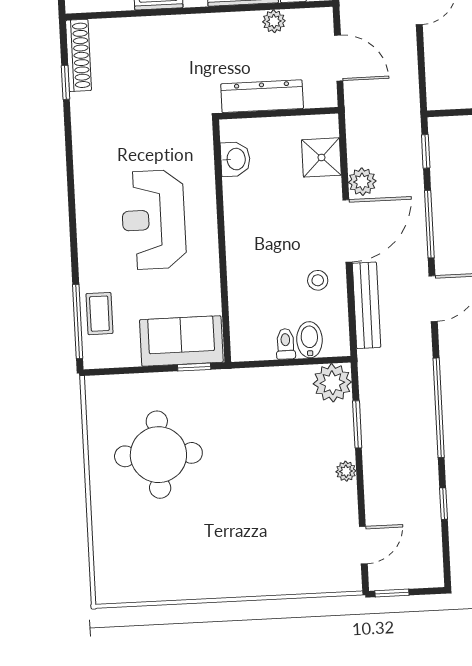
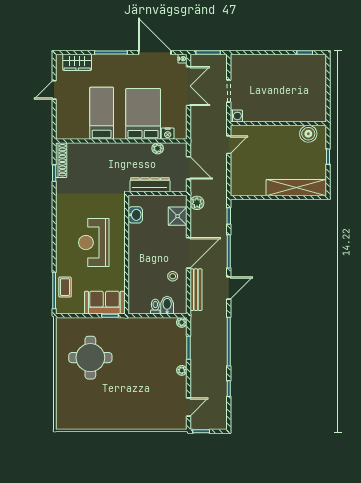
plant: (362, 182) -> (197, 203), moved
plant: (332, 383) -> (182, 322), width x0.53, depth x0.53

